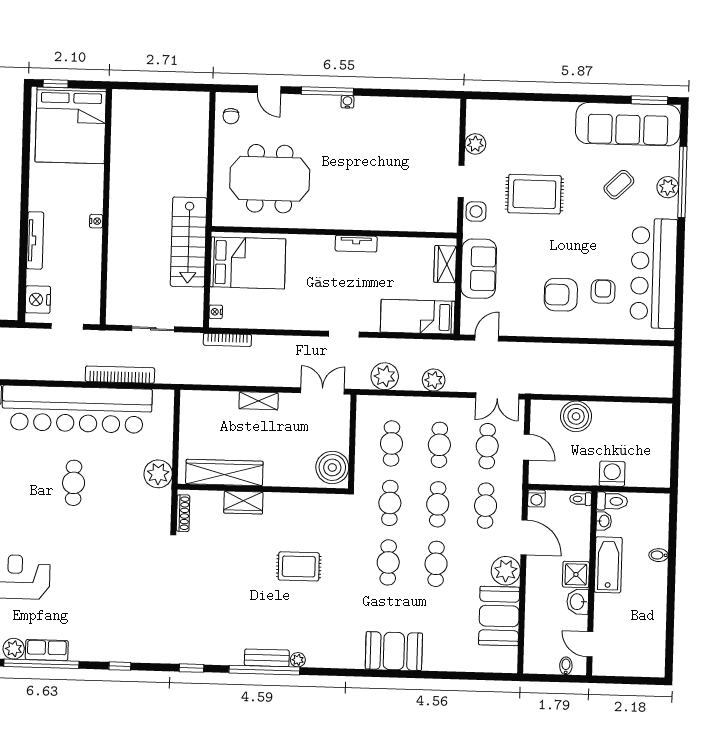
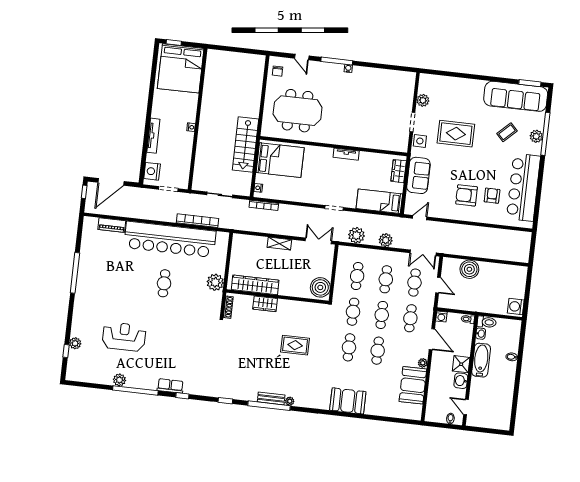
washing machine: (612, 474) -> (516, 306), moved, turned -90
plant: (506, 571) -> (423, 363), width x0.53, depth x0.53
row of seats: (47, 650) -> (170, 386), moved

